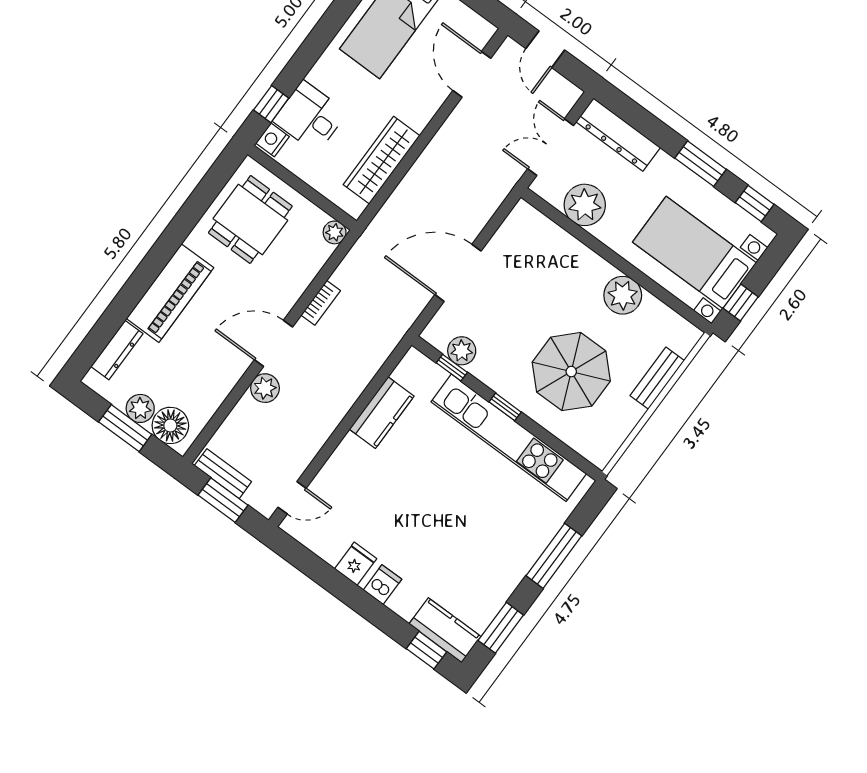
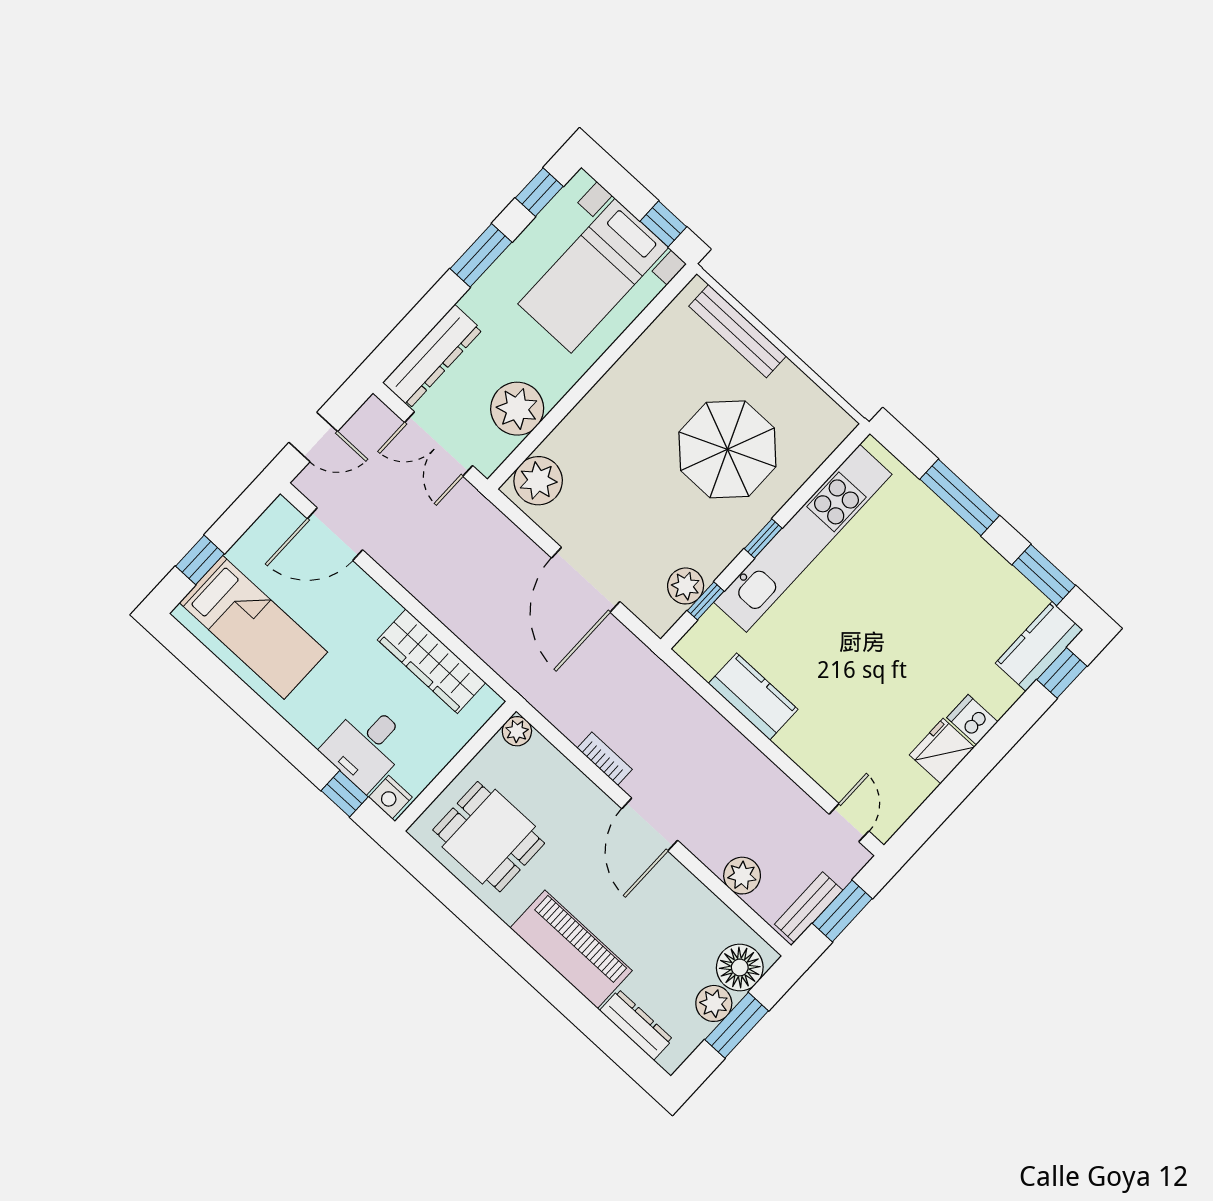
plant: (623, 295) -> (538, 481), moved
bench: (657, 378) -> (738, 331), width x1.36
plant: (265, 388) -> (742, 876), moved
fridge: (356, 564) -> (942, 751), width x1.38

